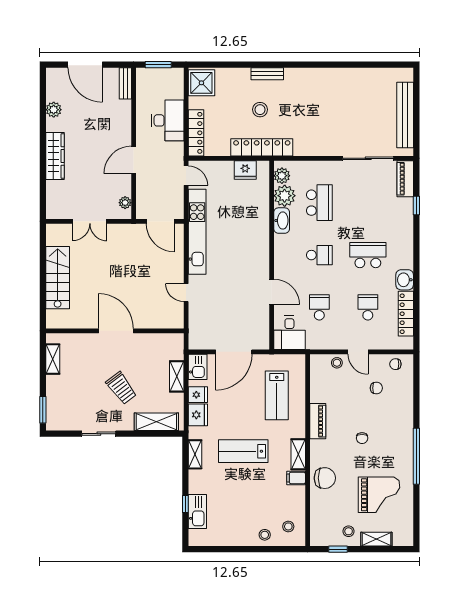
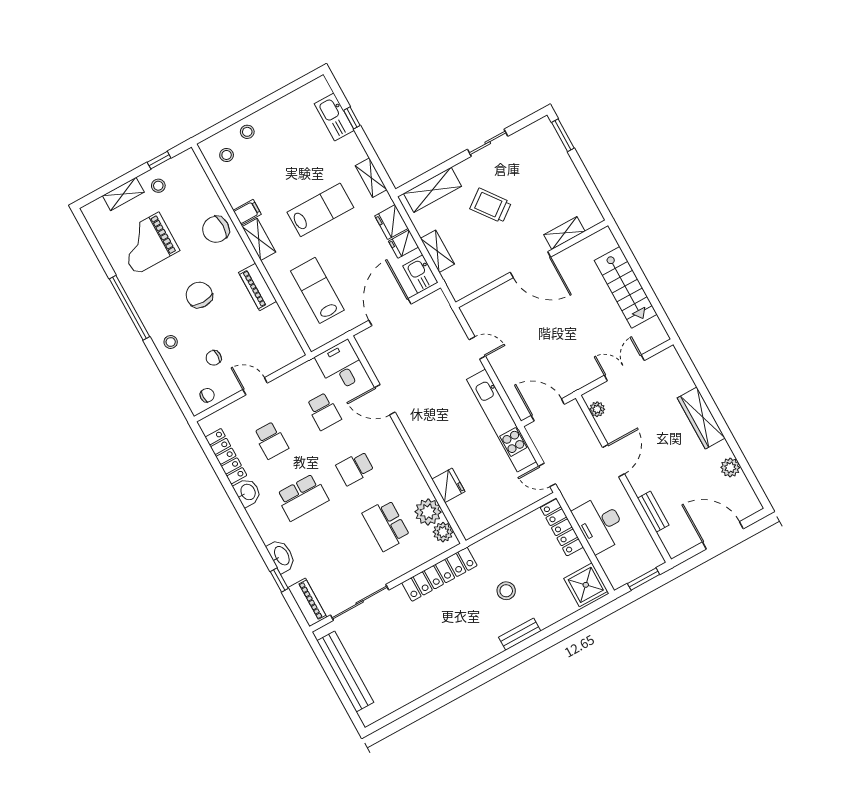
bench: (125, 83) -> (653, 512), moved
locker: (262, 147) -> (439, 574), moved
fridge: (245, 170) -> (448, 485), moved, turned 90
washbasin: (282, 221) -> (281, 556), moved, turned 180
shelving: (53, 359) -> (564, 233), moved, turned 90
stool: (337, 363) -> (171, 342), moved
chair: (362, 438) -> (199, 295), width x1.87, depth x1.87

